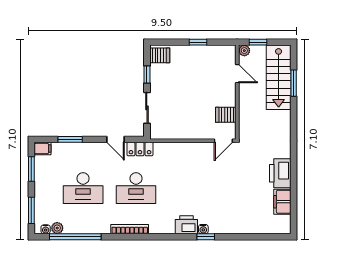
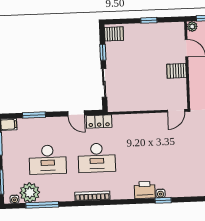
server rack: (226, 115) -> (177, 71), moved
plant: (57, 228) -> (30, 193), width x1.88, depth x1.88
window: (75, 237) -> (42, 205), width x0.68

